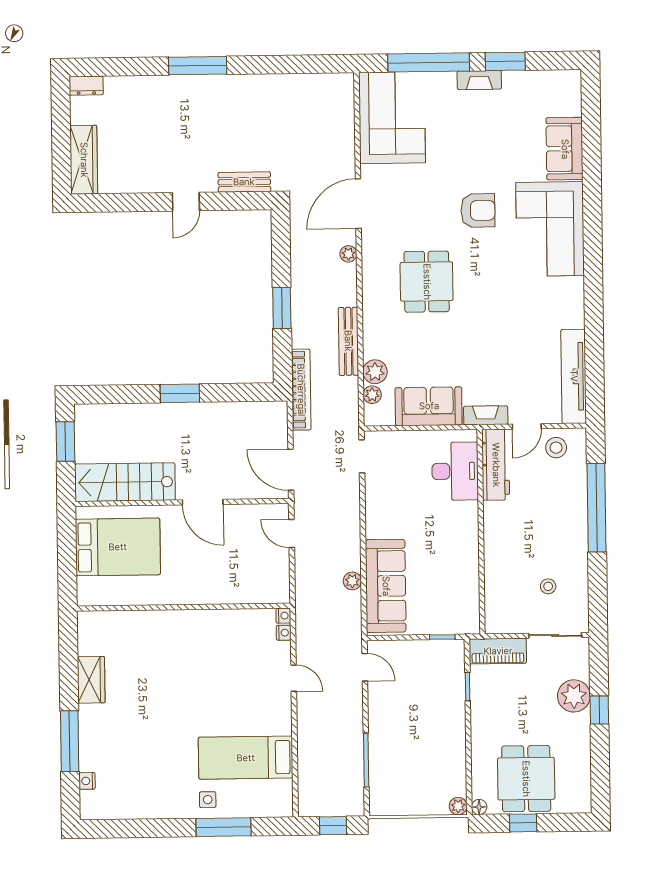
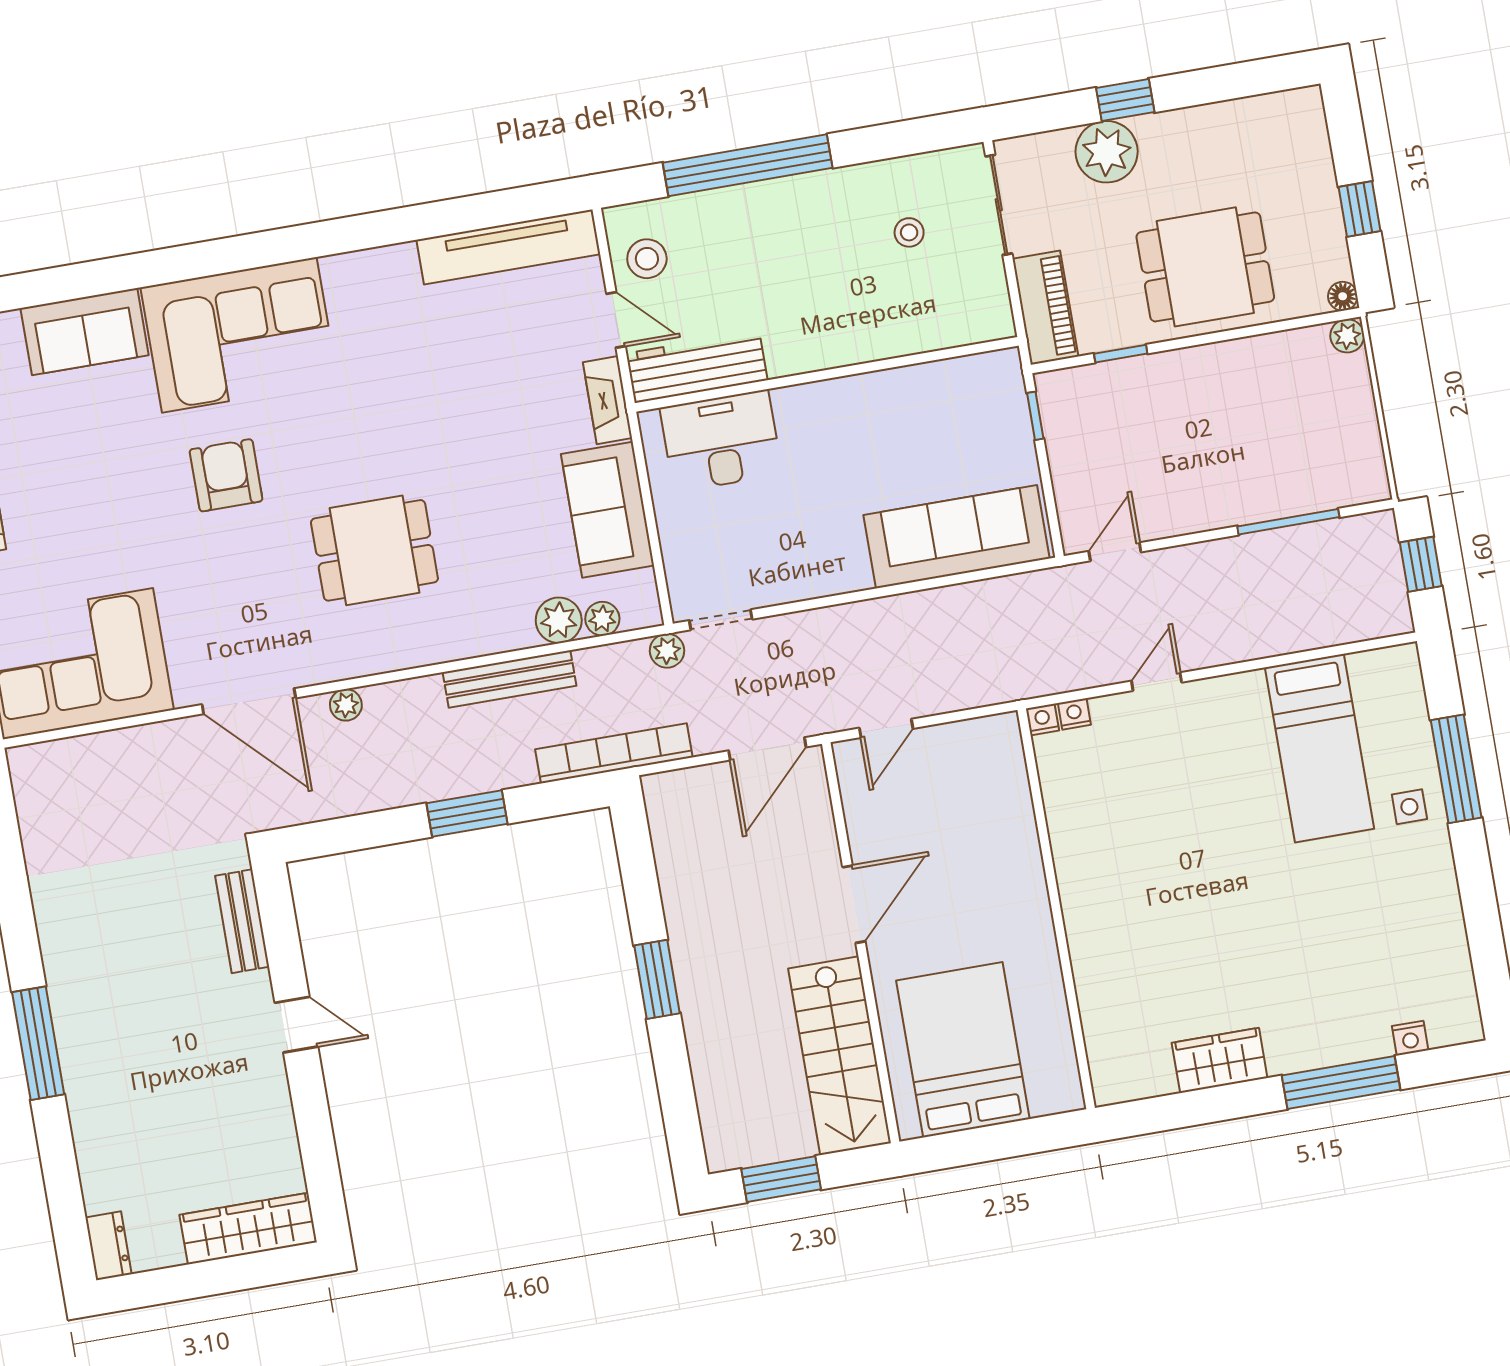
plant: (352, 581) -> (667, 651), moved
dining table: (526, 779) -> (1205, 267), moved

